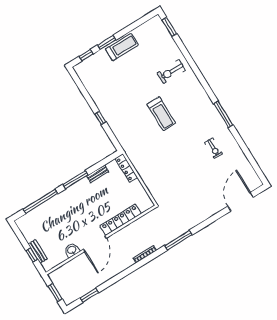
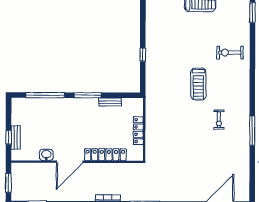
window: (223, 114) -> (252, 131), moved
exercise bike: (213, 148) -> (219, 120), moved
locker: (126, 168) -> (138, 131), moved

